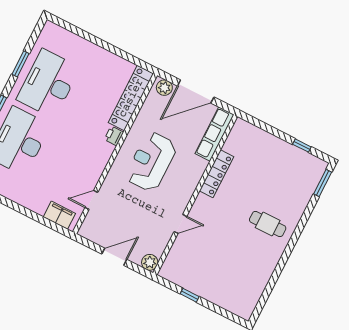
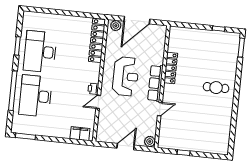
row of seats: (214, 134) -> (155, 83), moved
printer: (114, 136) -> (93, 89), moved
reception desk: (151, 162) -> (126, 76), turned 180
door: (91, 200) -> (98, 102), moved

